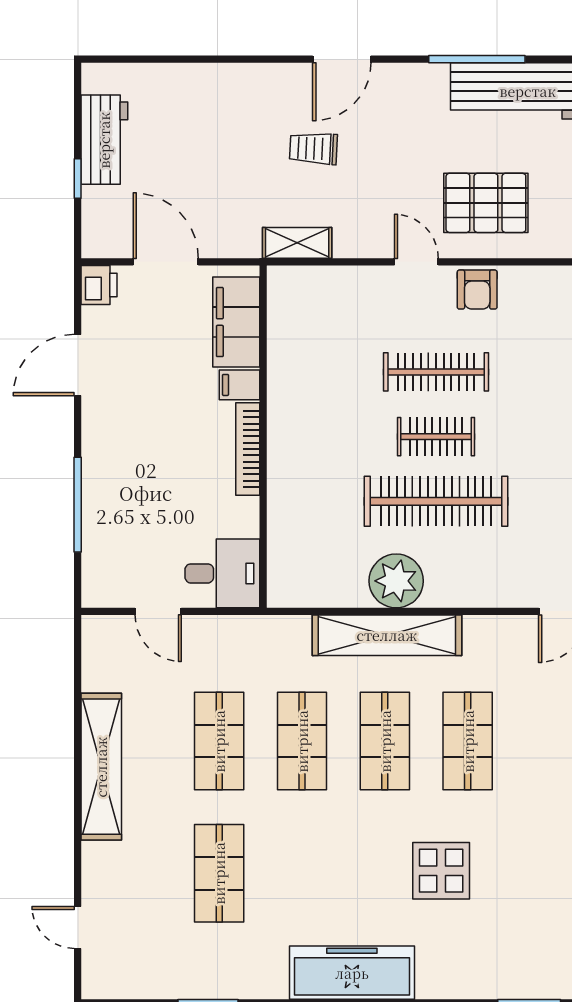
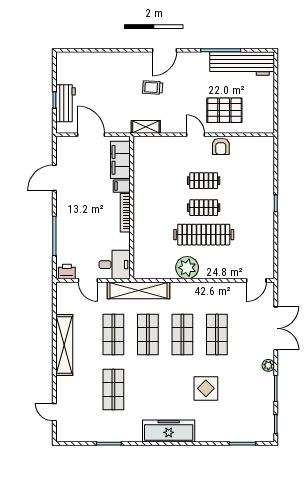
workbench: (104, 140) -> (65, 103), moved
printer: (99, 285) -> (67, 272), moved, turned -90
clothes rail: (436, 372) -> (204, 181), width x0.73
shelving: (387, 635) -> (138, 290), moved

